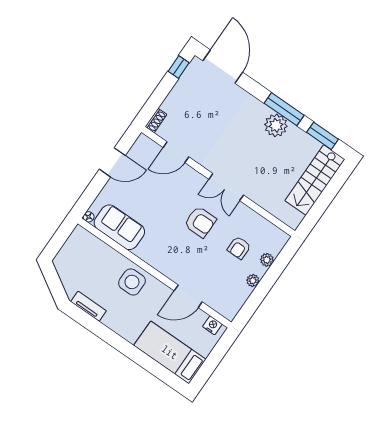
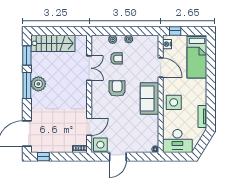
side table: (143, 151) -> (100, 145), added
door: (176, 152) -> (89, 127), hinge flipped
door: (112, 162) -> (118, 157), swing flipped
double door: (226, 187) -> (89, 68), moved
sofa: (119, 227) -> (149, 98), moved
desk: (79, 252) -> (177, 141), added
window: (222, 347) -> (175, 31), added

